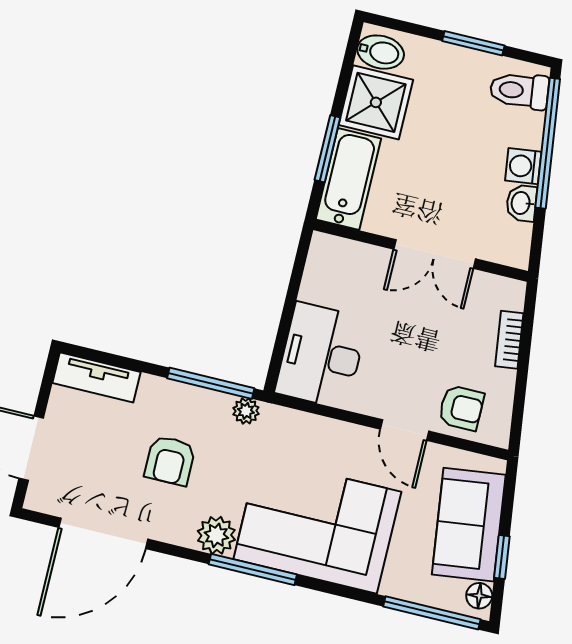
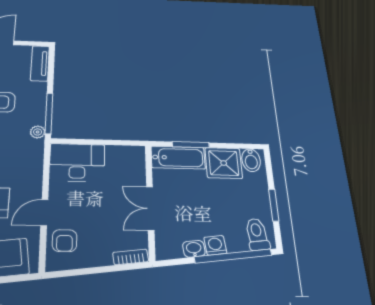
bookcase: (509, 340) -> (131, 257), moved

